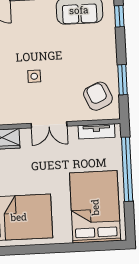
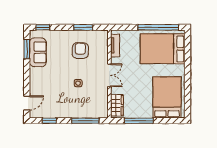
armchair: (98, 96) -> (80, 51), moved, turned 114
window: (127, 169) -> (158, 27), moved

